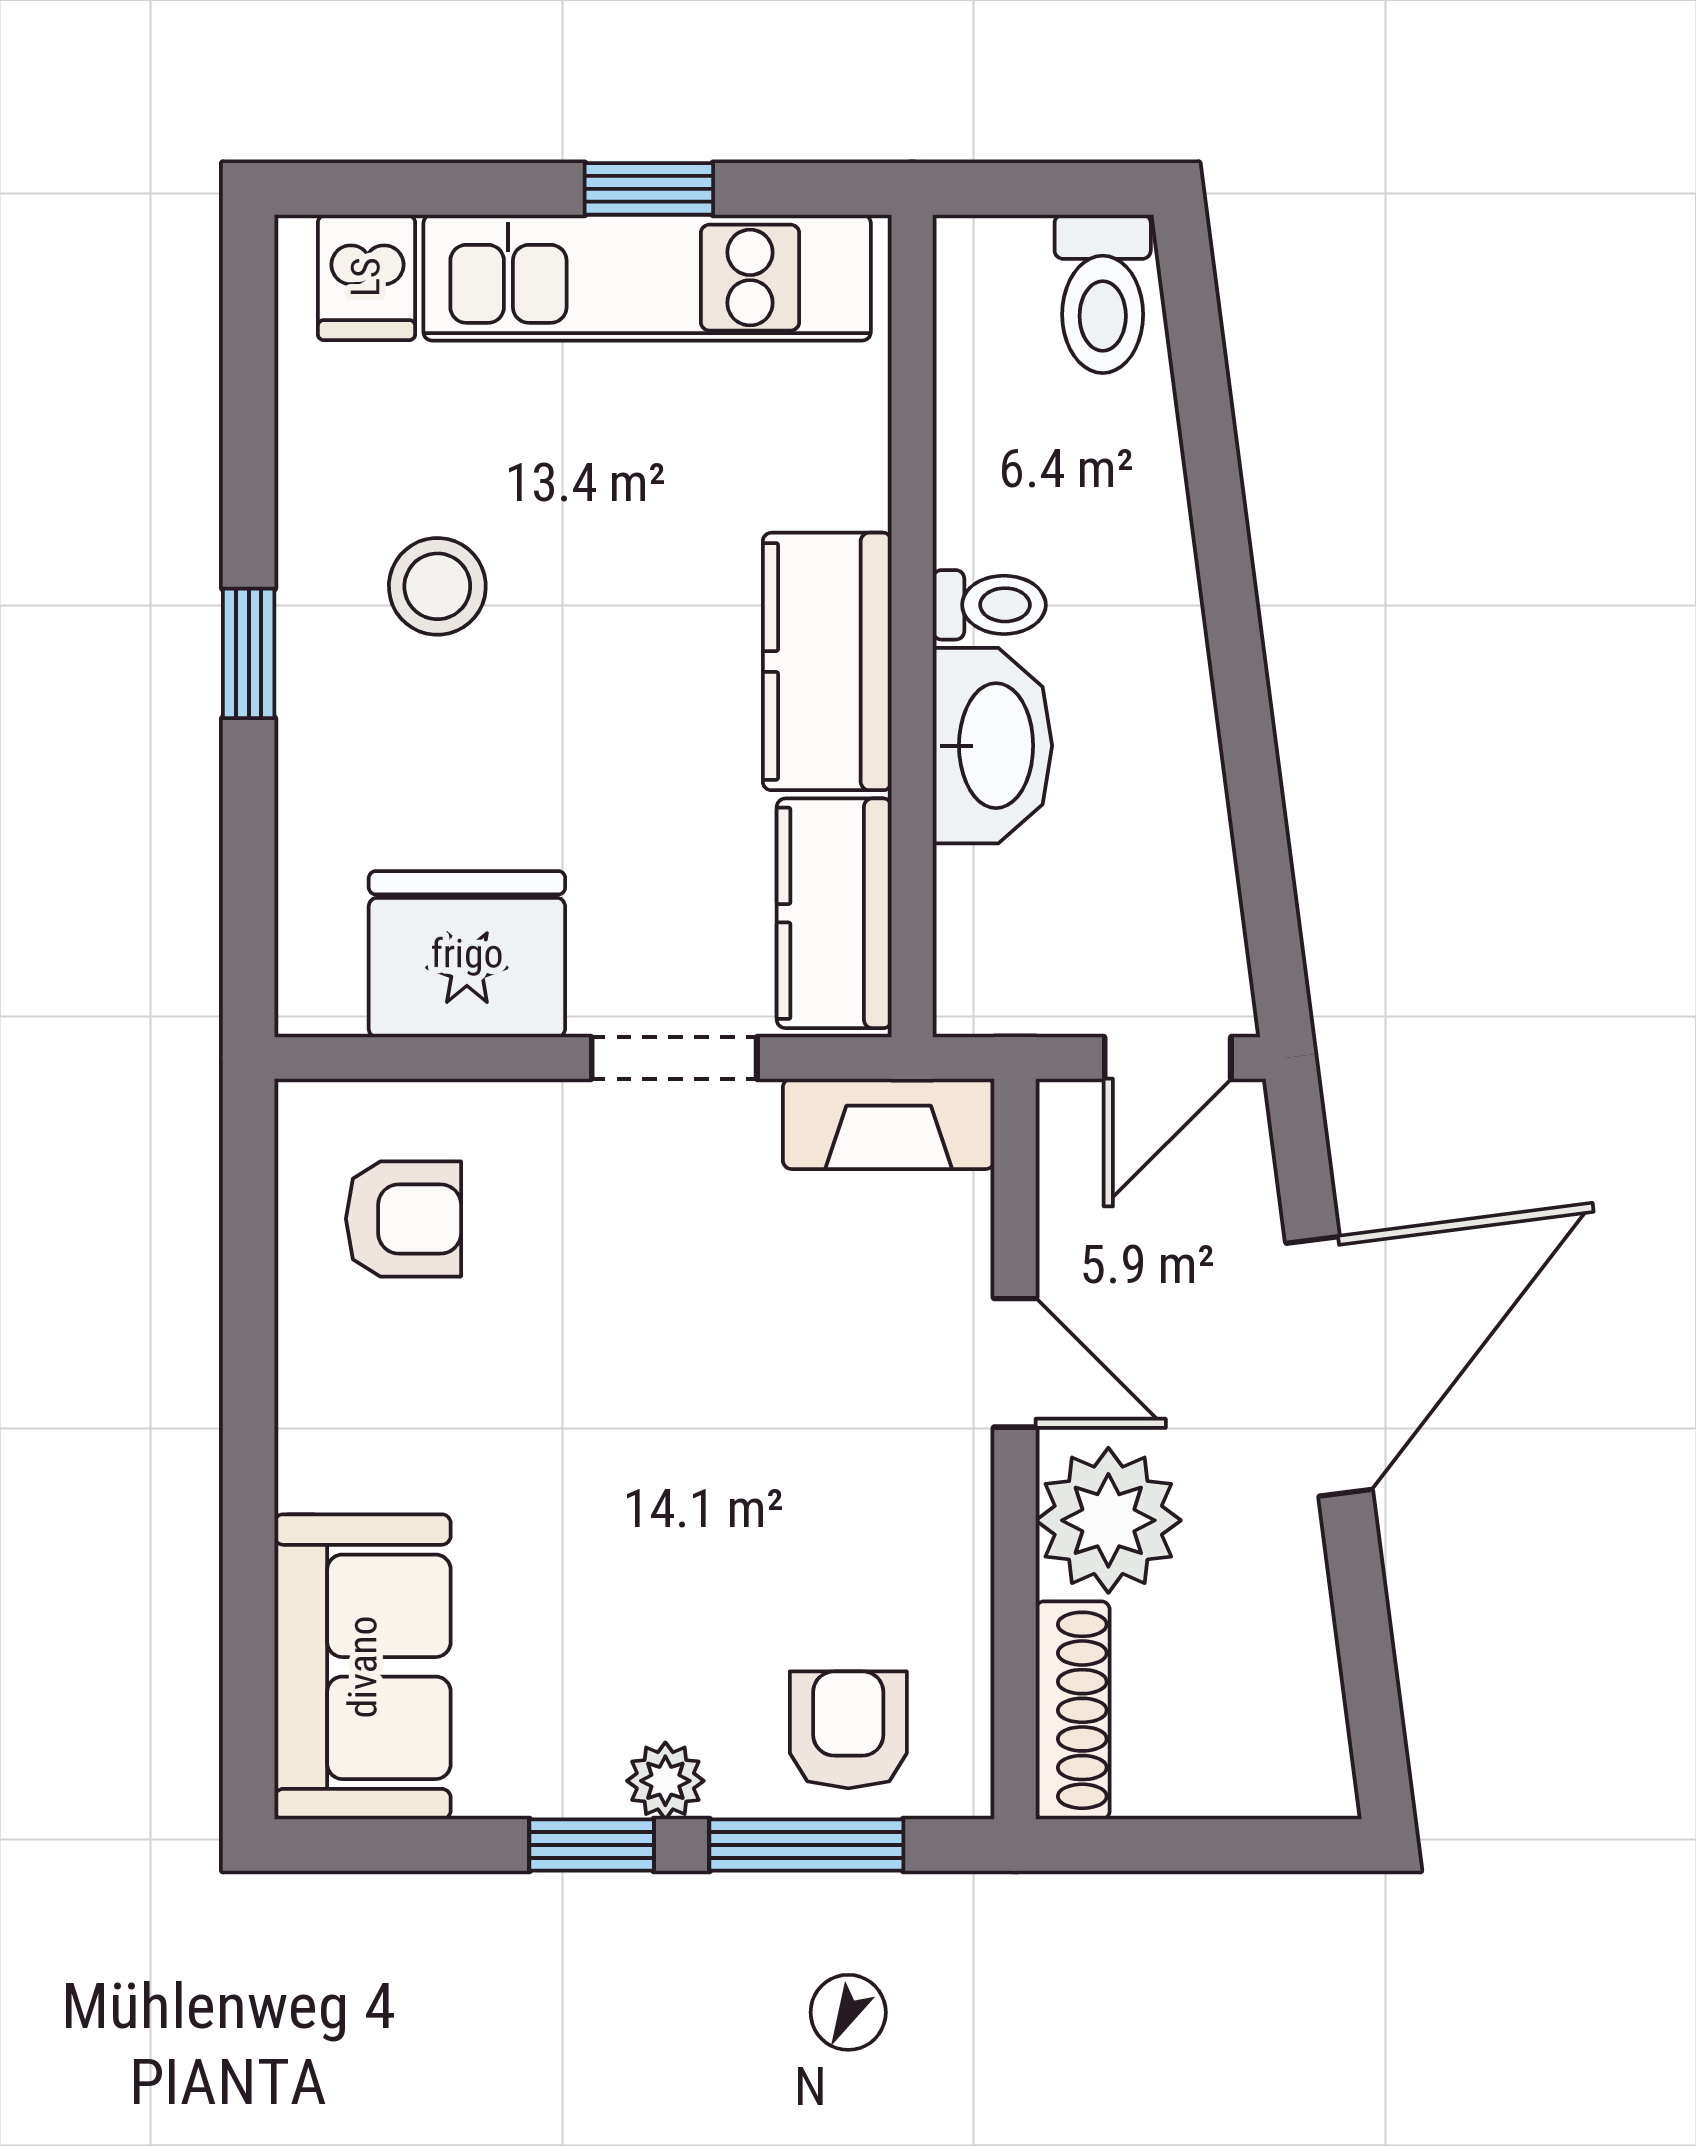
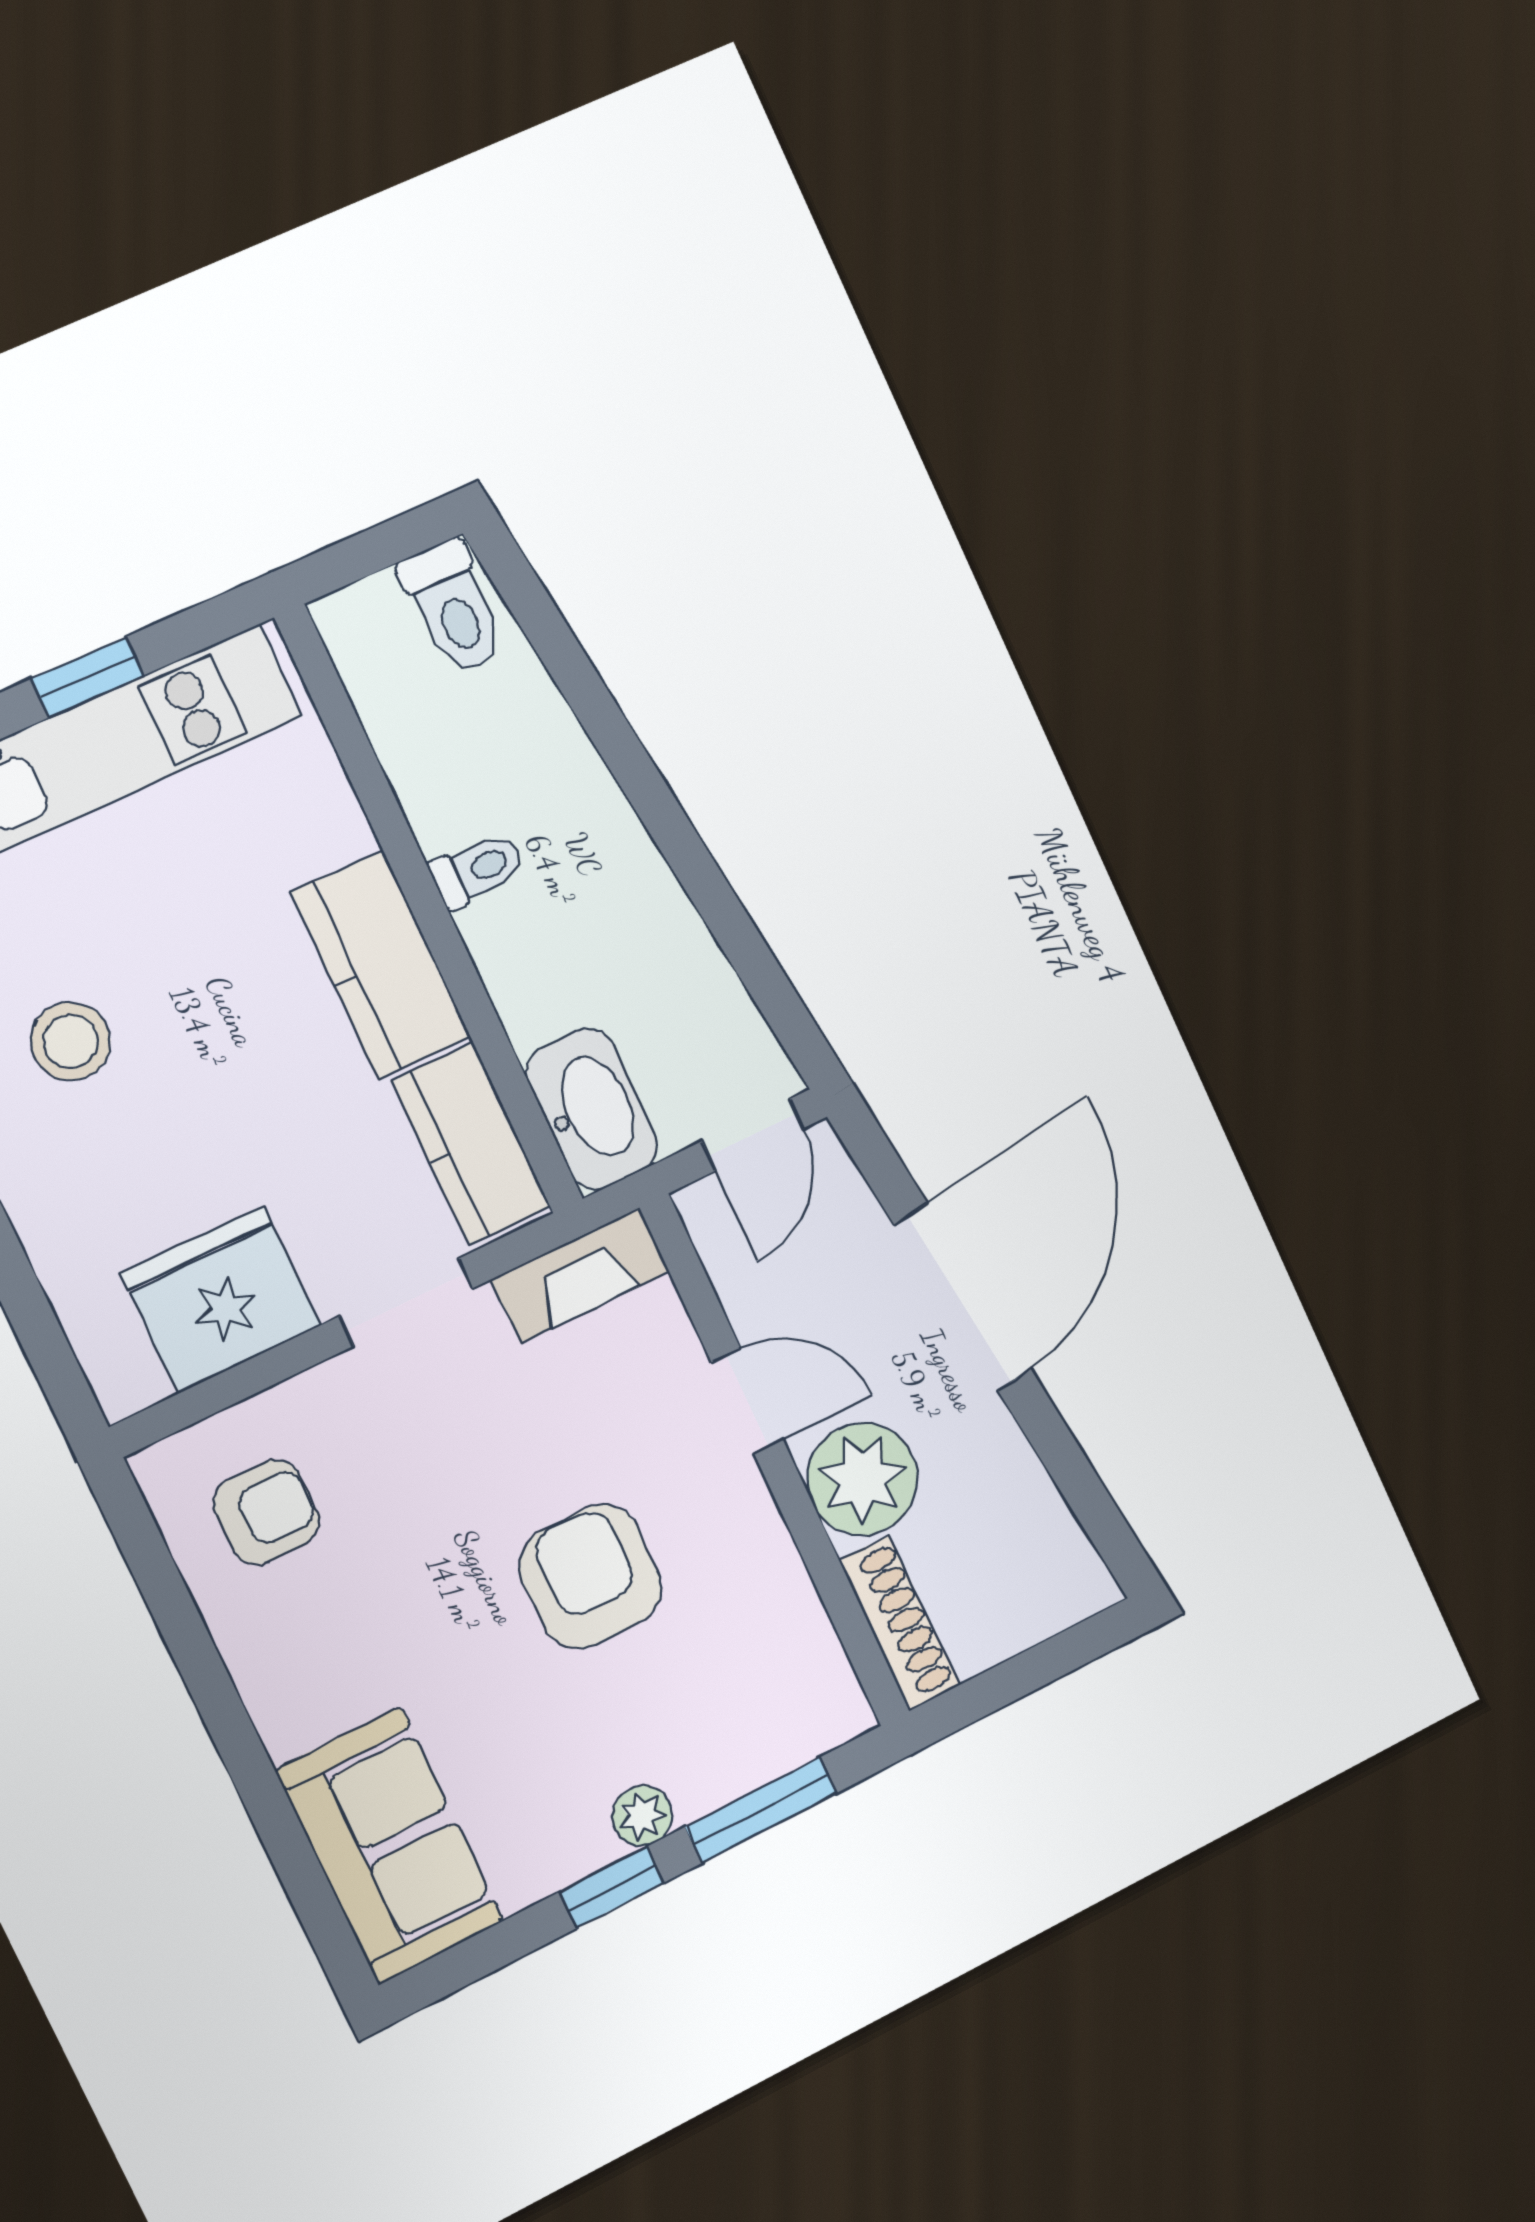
washbasin: (992, 746) -> (592, 1109), moved
armchair: (848, 1730) -> (591, 1577), moved, width x1.38, depth x1.38

